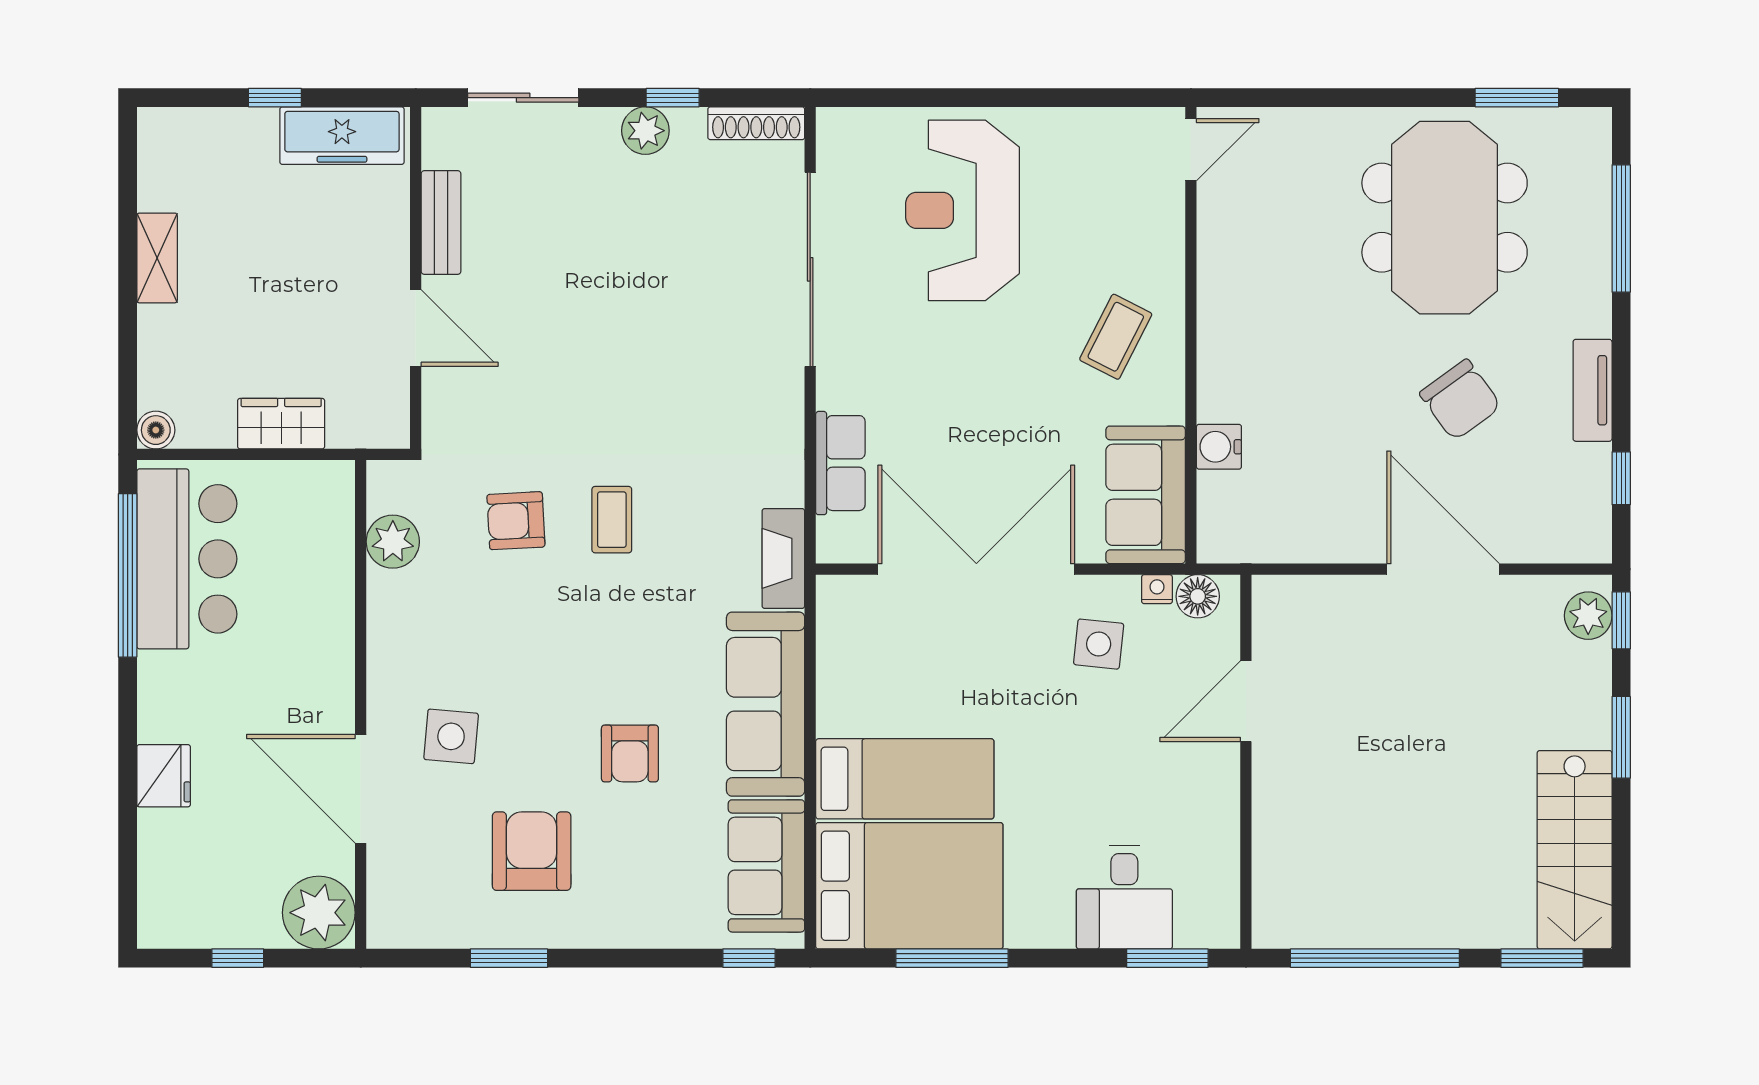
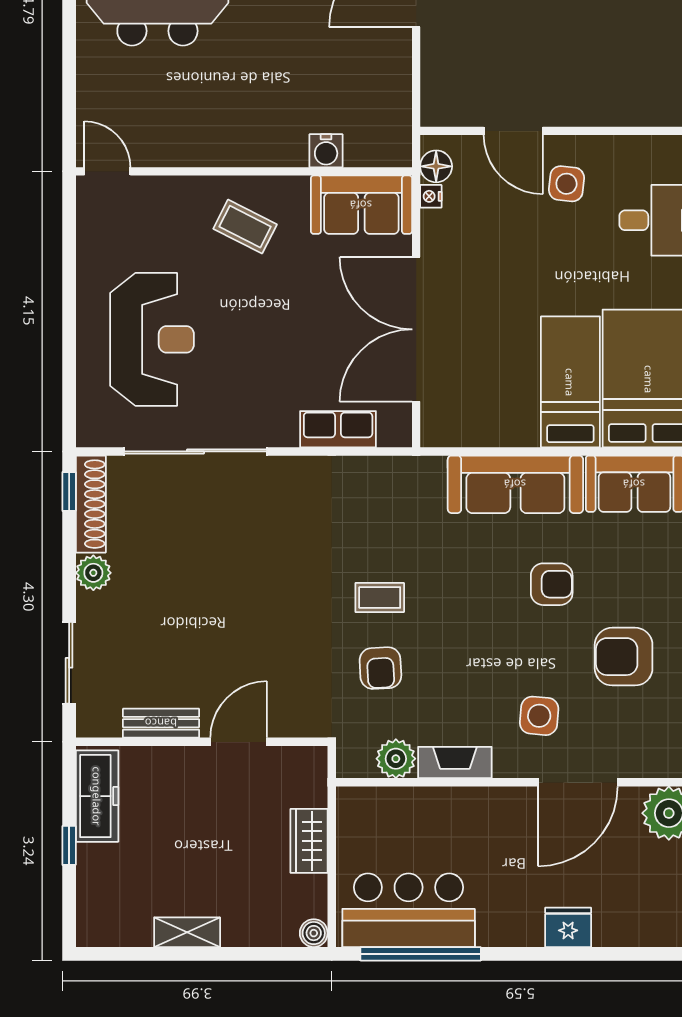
window: (673, 98) -> (69, 491), moved
shoe rack: (756, 123) -> (91, 504), width x1.36, depth x1.24
reception desk: (963, 210) -> (152, 339), turned -90
fireplace: (783, 558) -> (455, 763), moved, turned 180
side table: (1099, 644) -> (566, 184), moved

